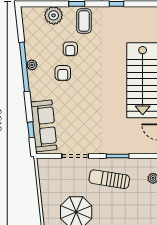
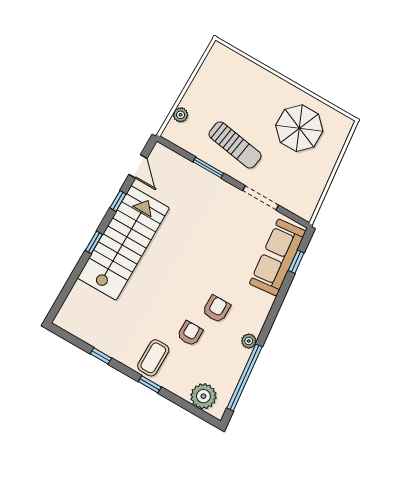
plant: (54, 15) -> (203, 396), moved
window: (24, 67) -> (244, 377), moved

